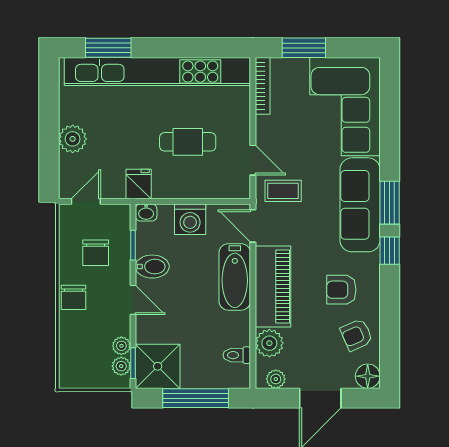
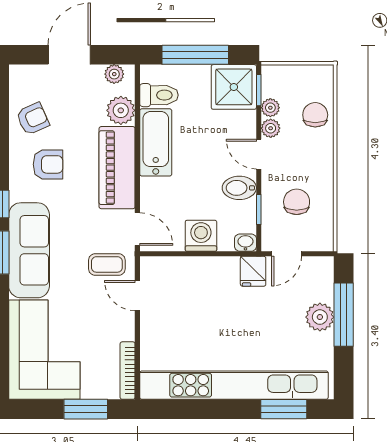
window: (49, 141) -> (344, 315), added
cafe table: (188, 142) -> (203, 314), removed
door: (86, 201) -> (287, 254), moved
bathtub: (235, 277) -> (156, 142), moved
chair: (74, 297) -> (315, 115), moved
toilet: (237, 355) -> (159, 95), width x1.37, depth x1.39
plant: (121, 366) -> (271, 128), moved
floor lamp: (368, 376) -> (21, 77), removed

